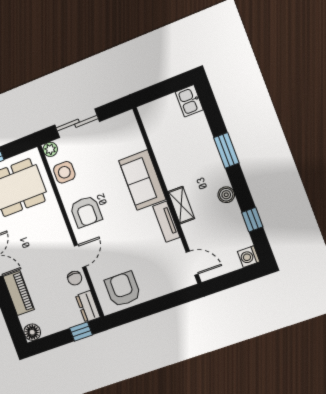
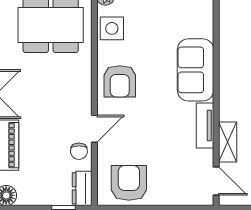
shelving: (181, 205) -> (228, 142), moved

